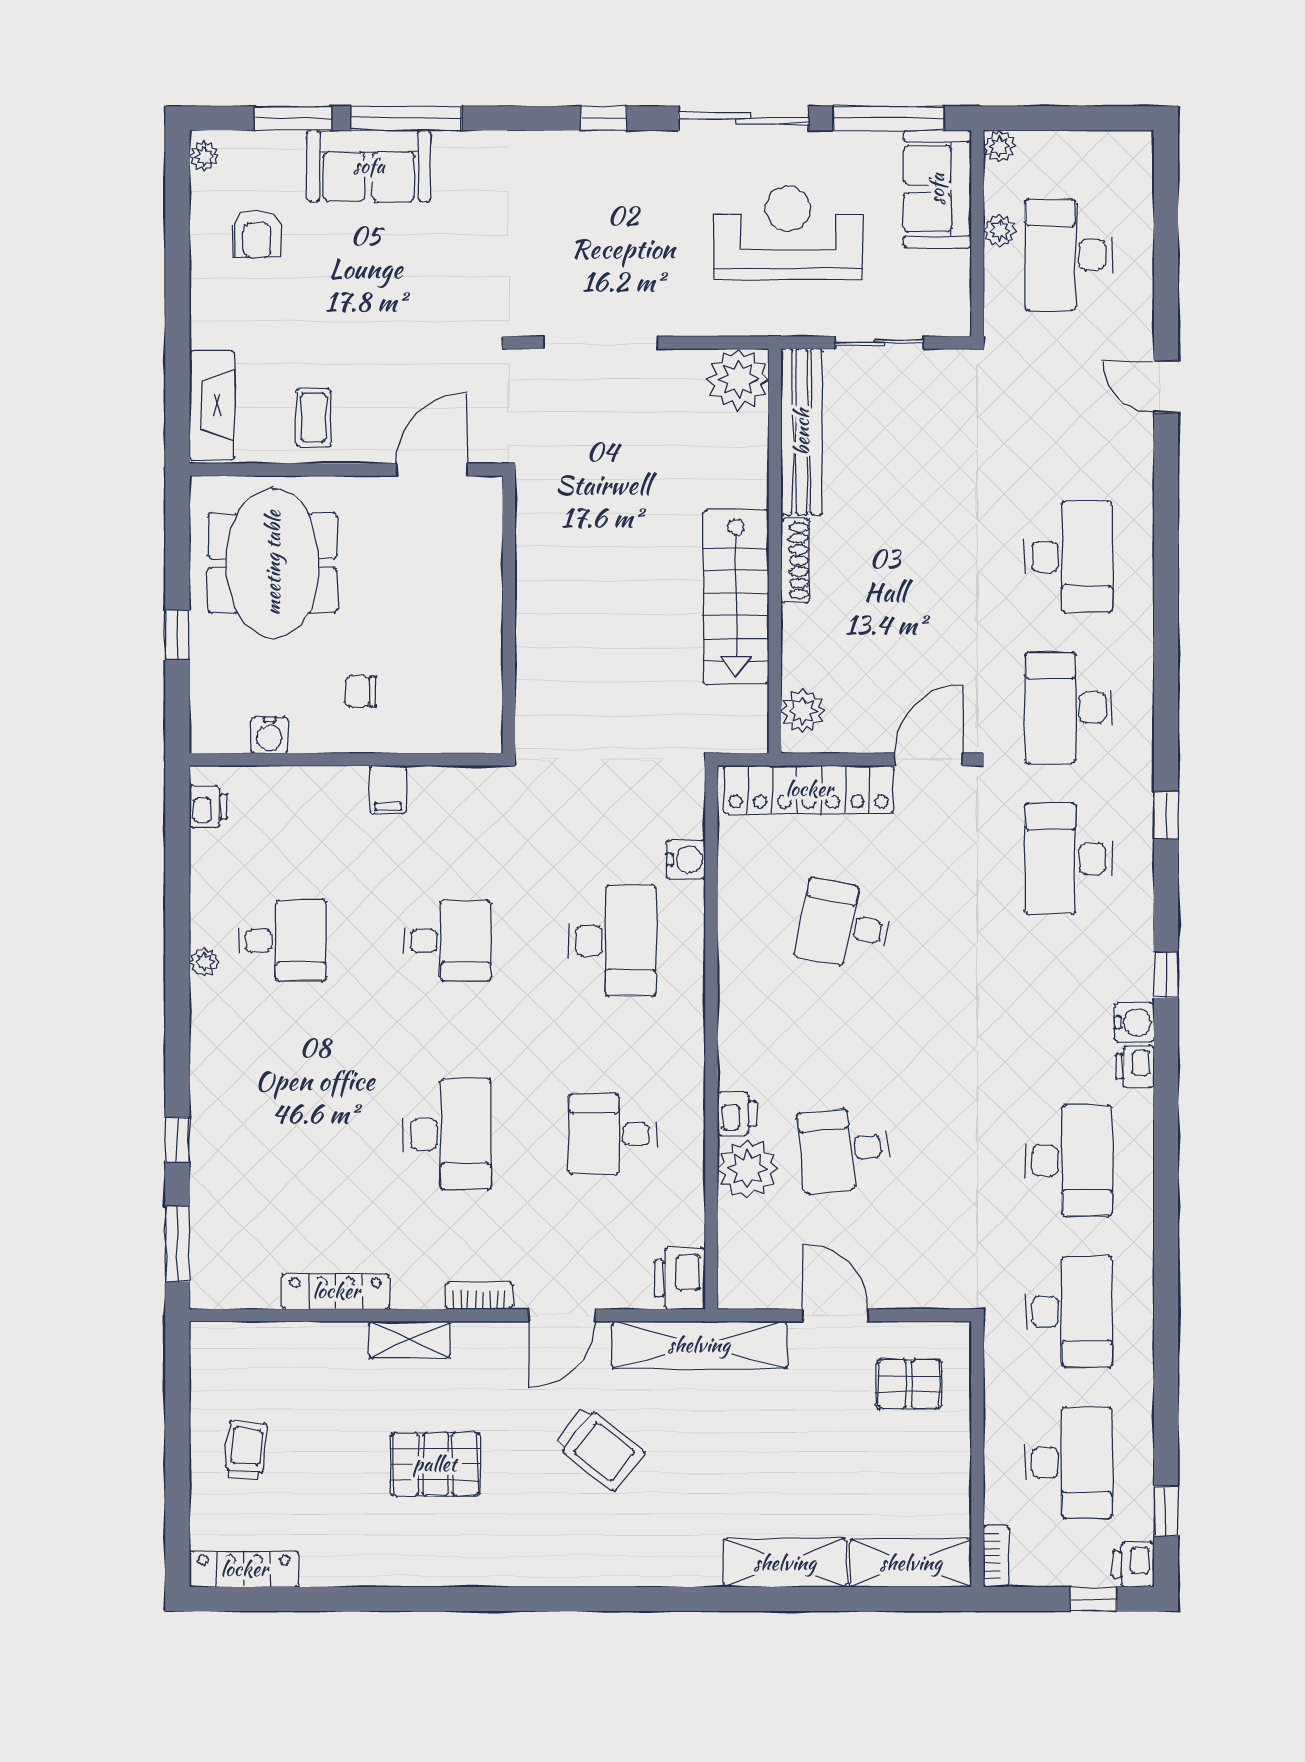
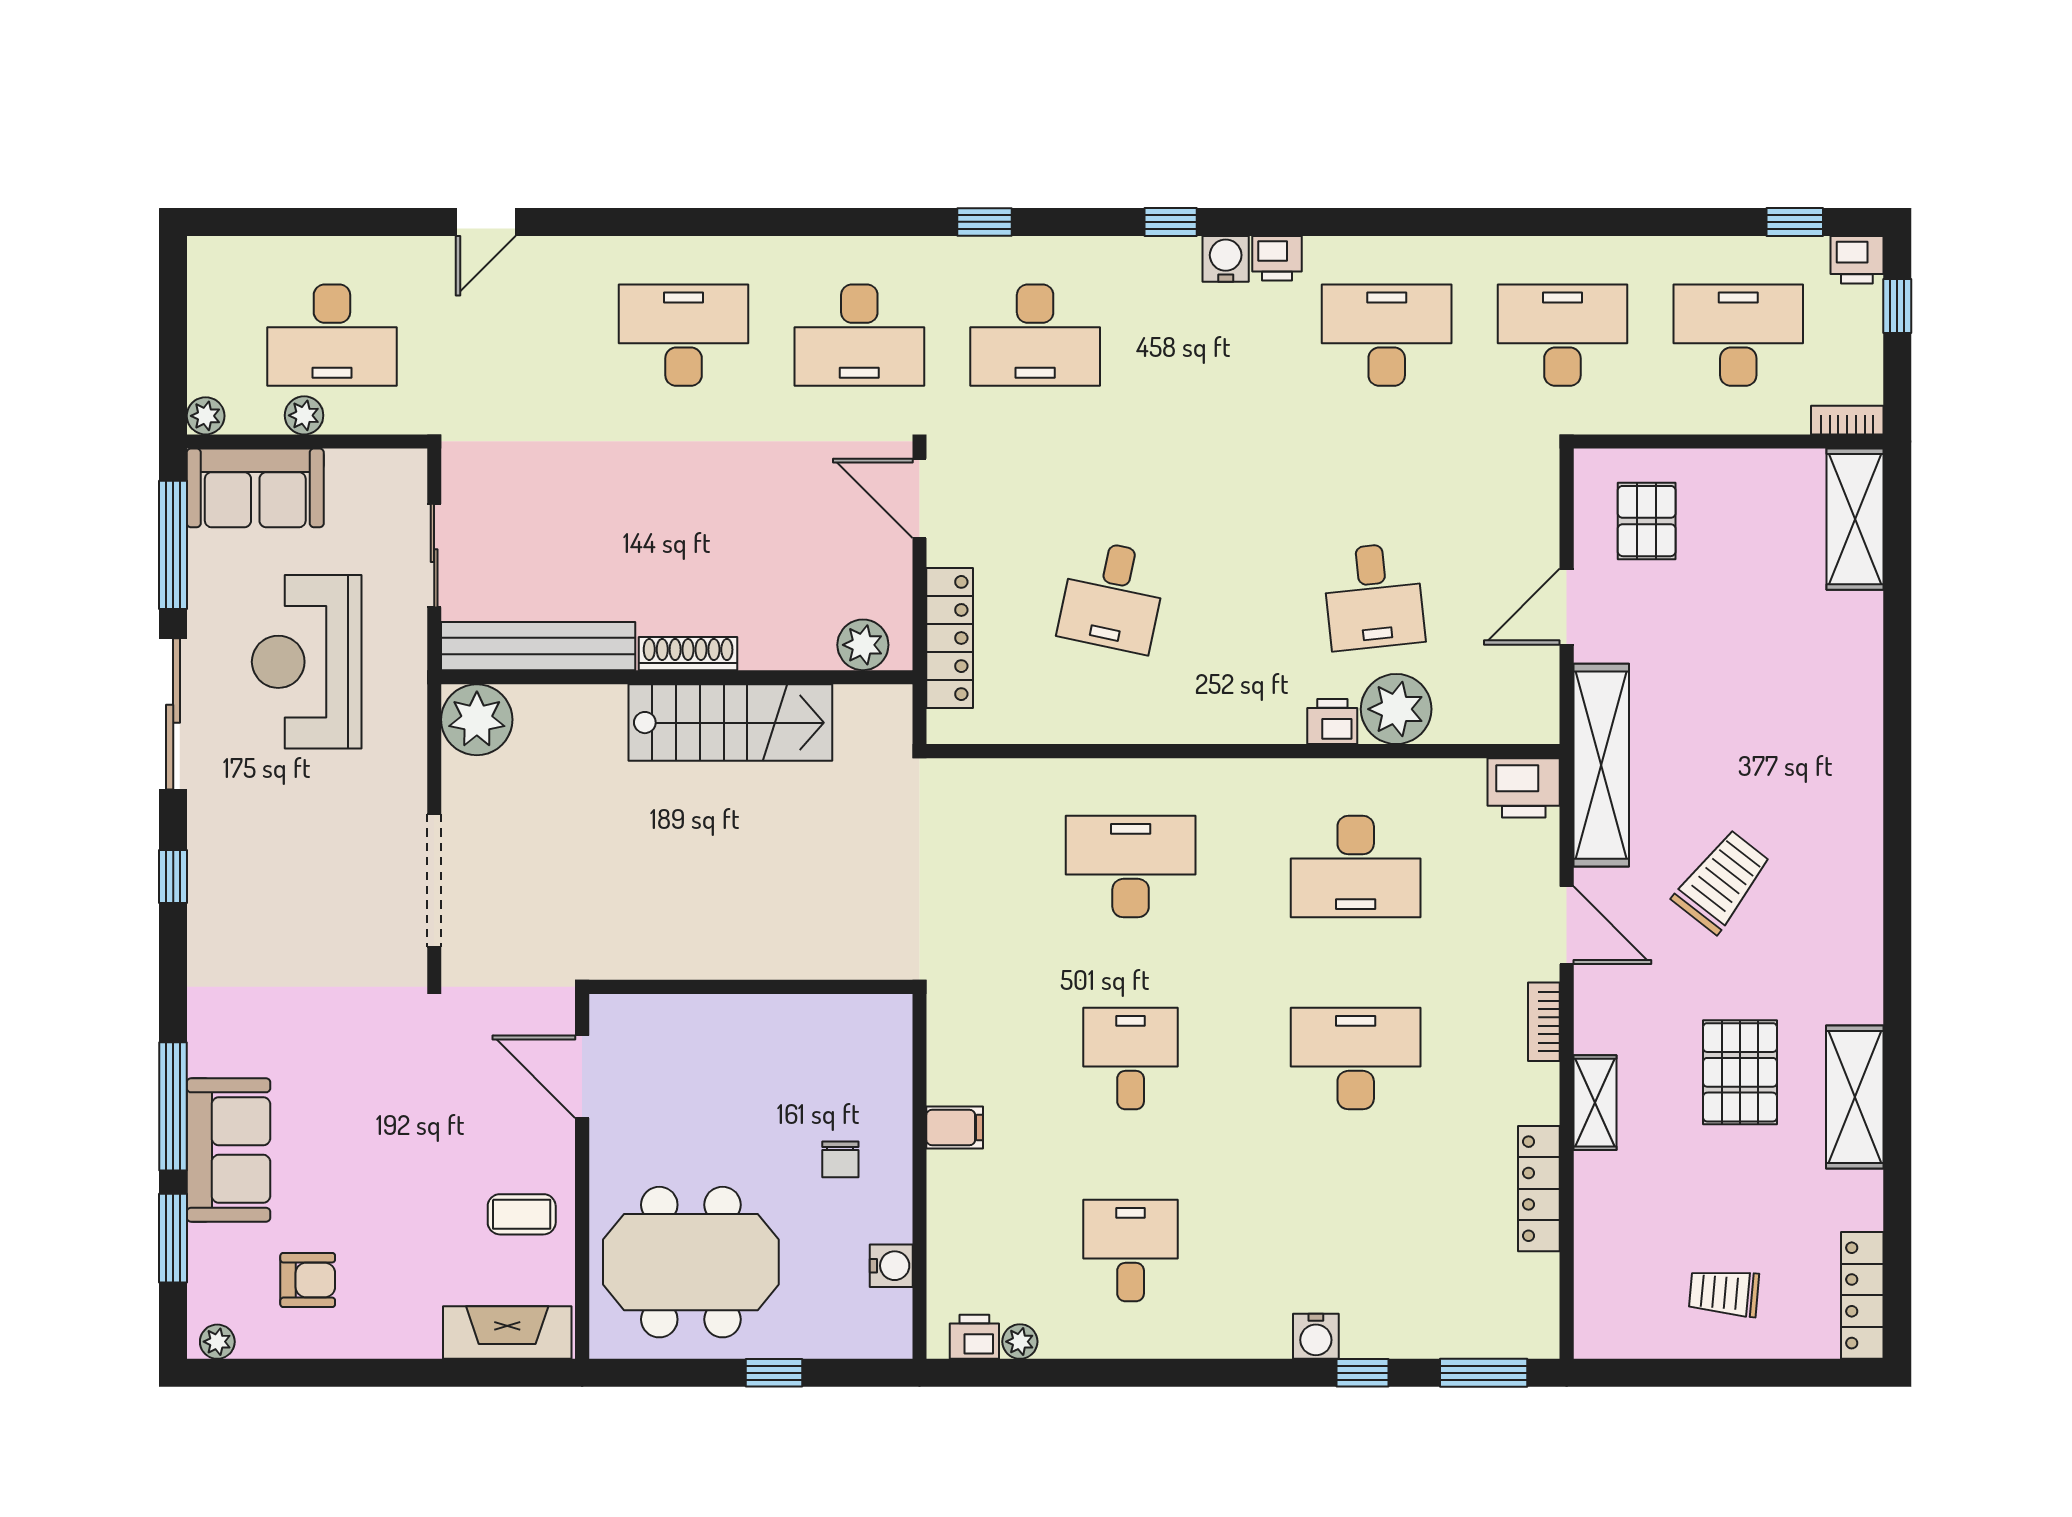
locker: (809, 789) -> (950, 638), width x0.71, depth x0.83
water cooler: (686, 859) -> (1316, 1336), moved, turned 180
plant: (204, 962) -> (1020, 1342), moved
desk: (612, 1134) -> (1356, 867), width x1.37
shelving: (785, 1563) -> (1855, 1097), moved

